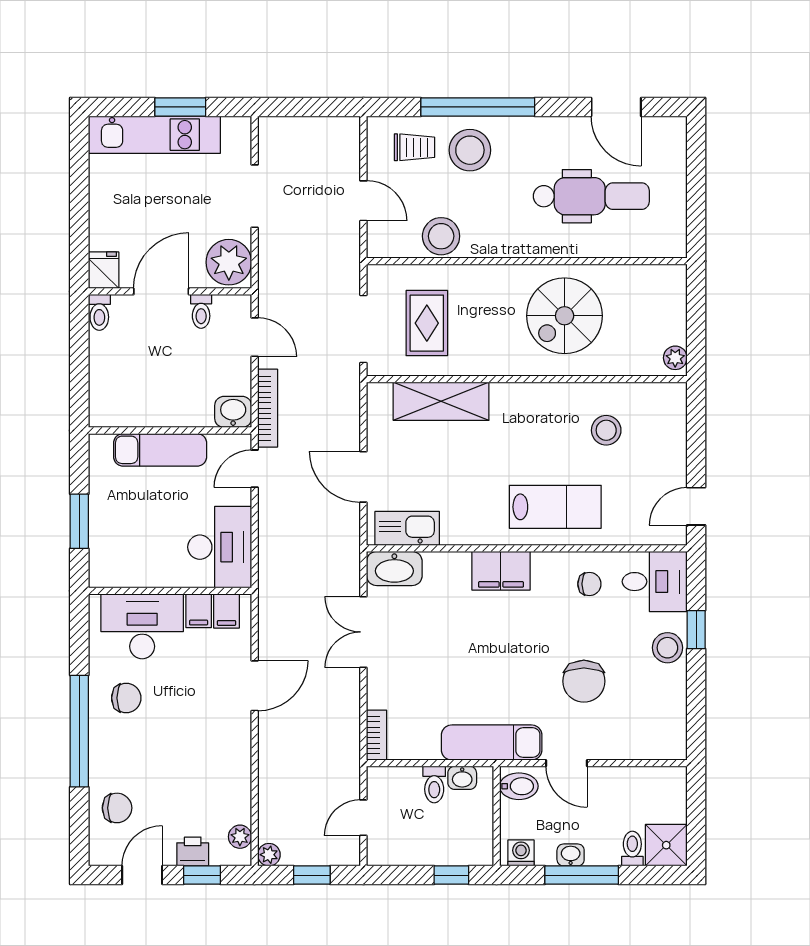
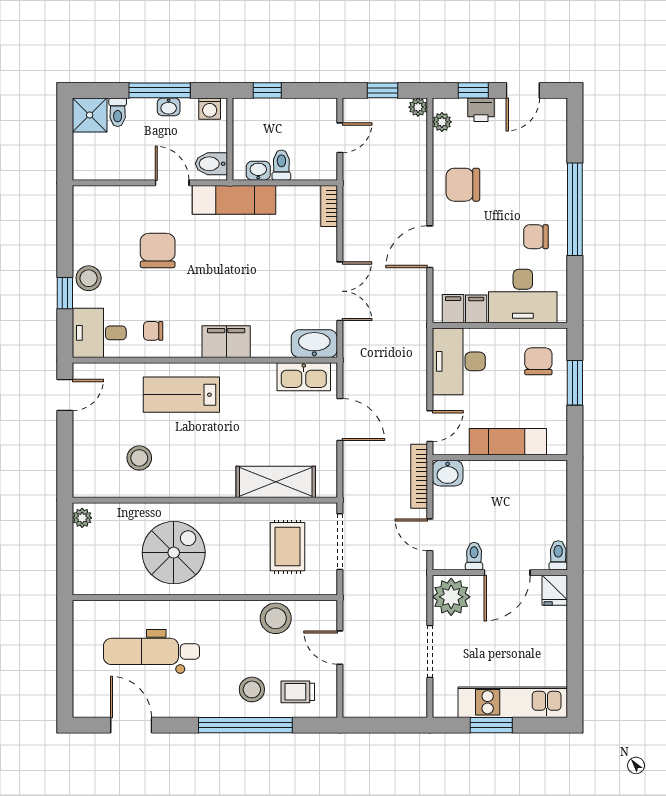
stool: (470, 150) -> (252, 689), width x0.73, depth x0.73
chair: (123, 547) -> (538, 361), added
chair: (117, 808) -> (463, 185), moved, width x1.37, depth x1.37

